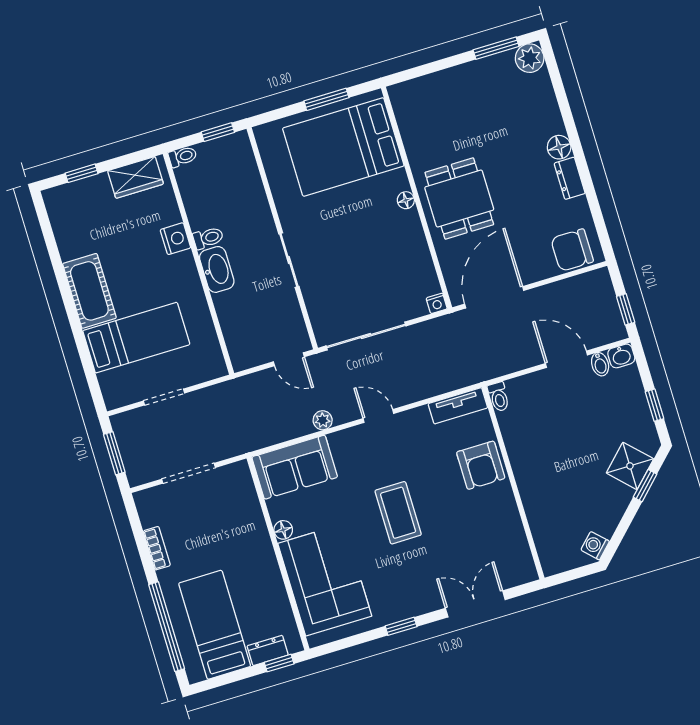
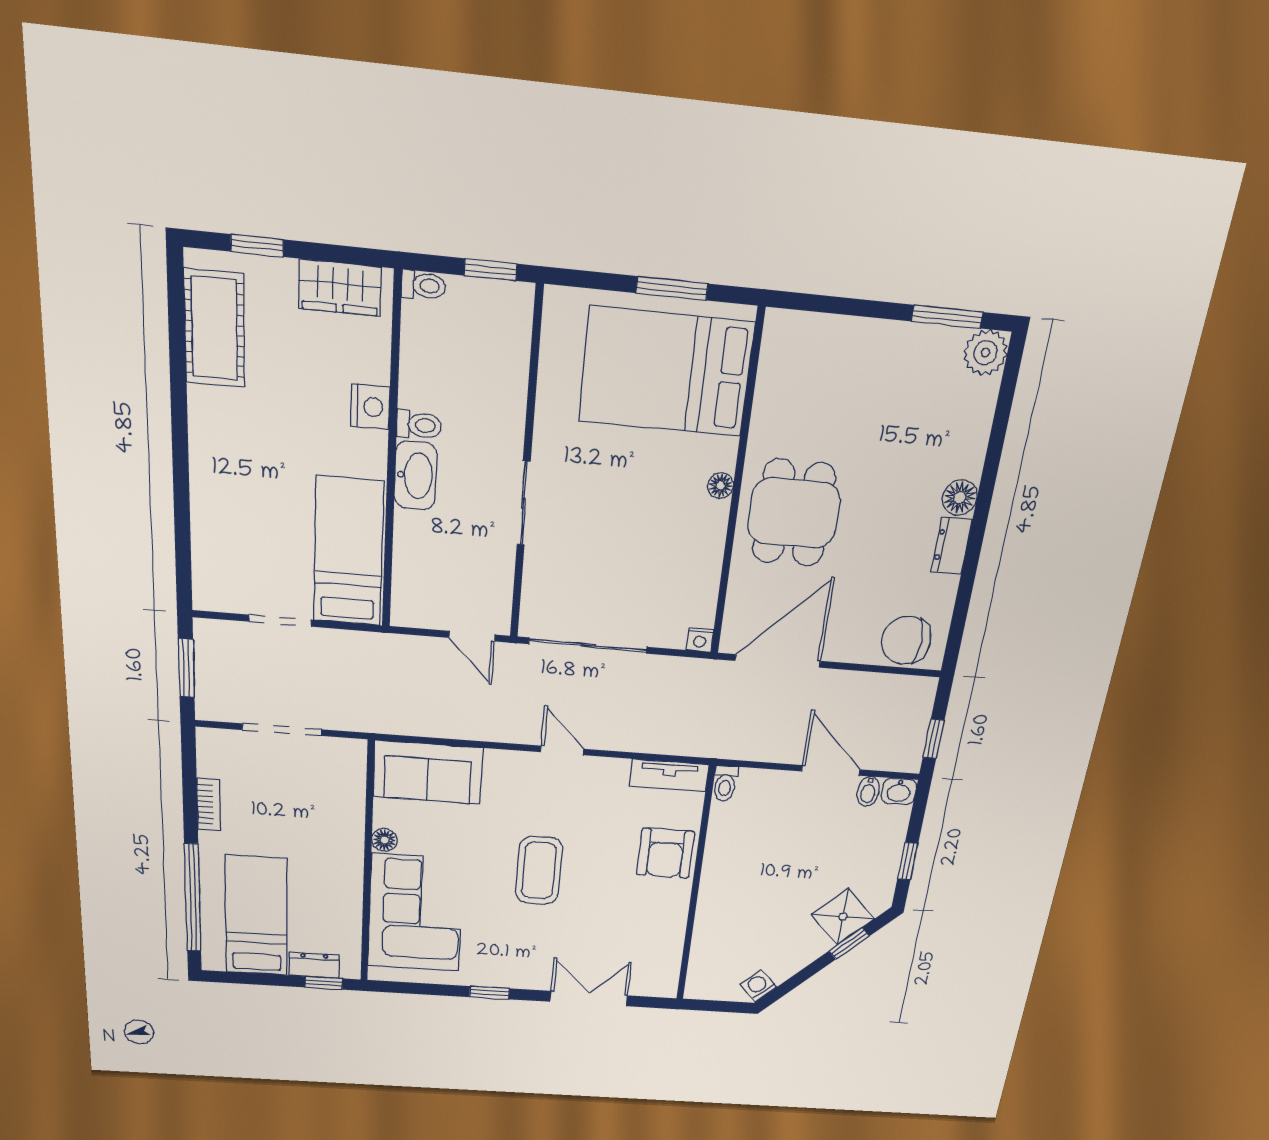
cot: (89, 291) -> (214, 329), moved
bed: (136, 338) -> (348, 552), moved, turned -90
plant: (323, 420) -> (487, 729), removed

